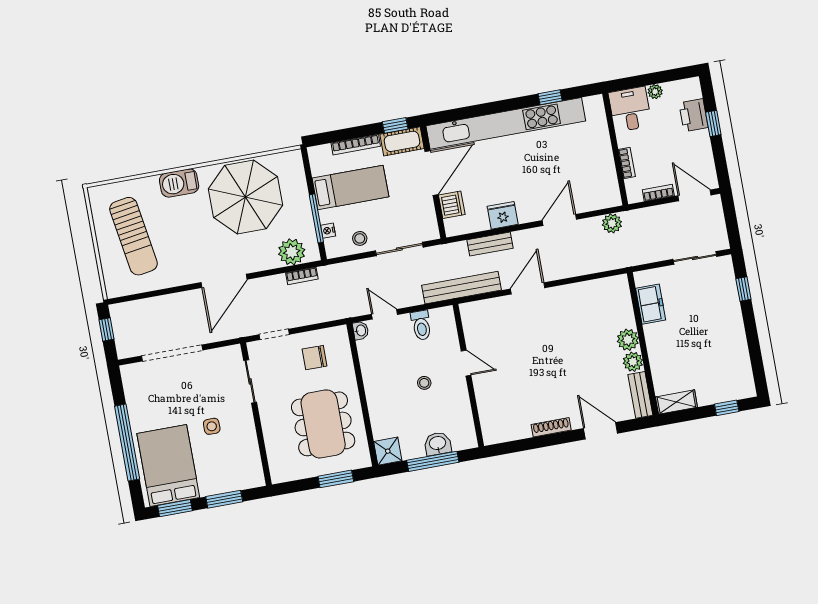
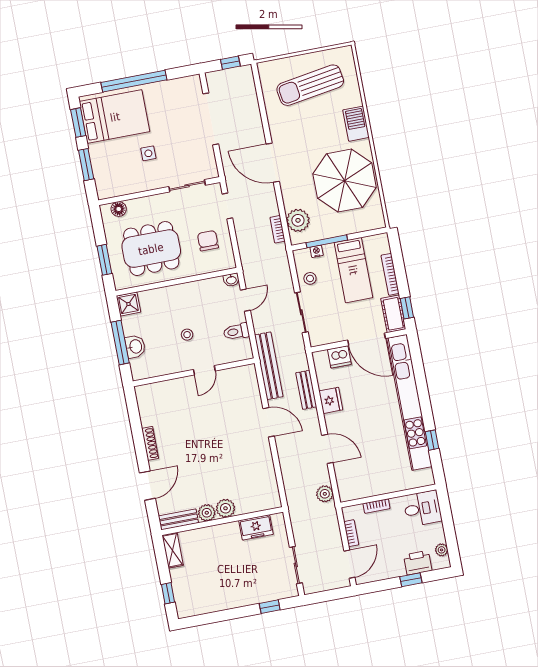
plant: (655, 92) -> (442, 550), moved
floor lamp: (277, 462) -> (119, 209), added

